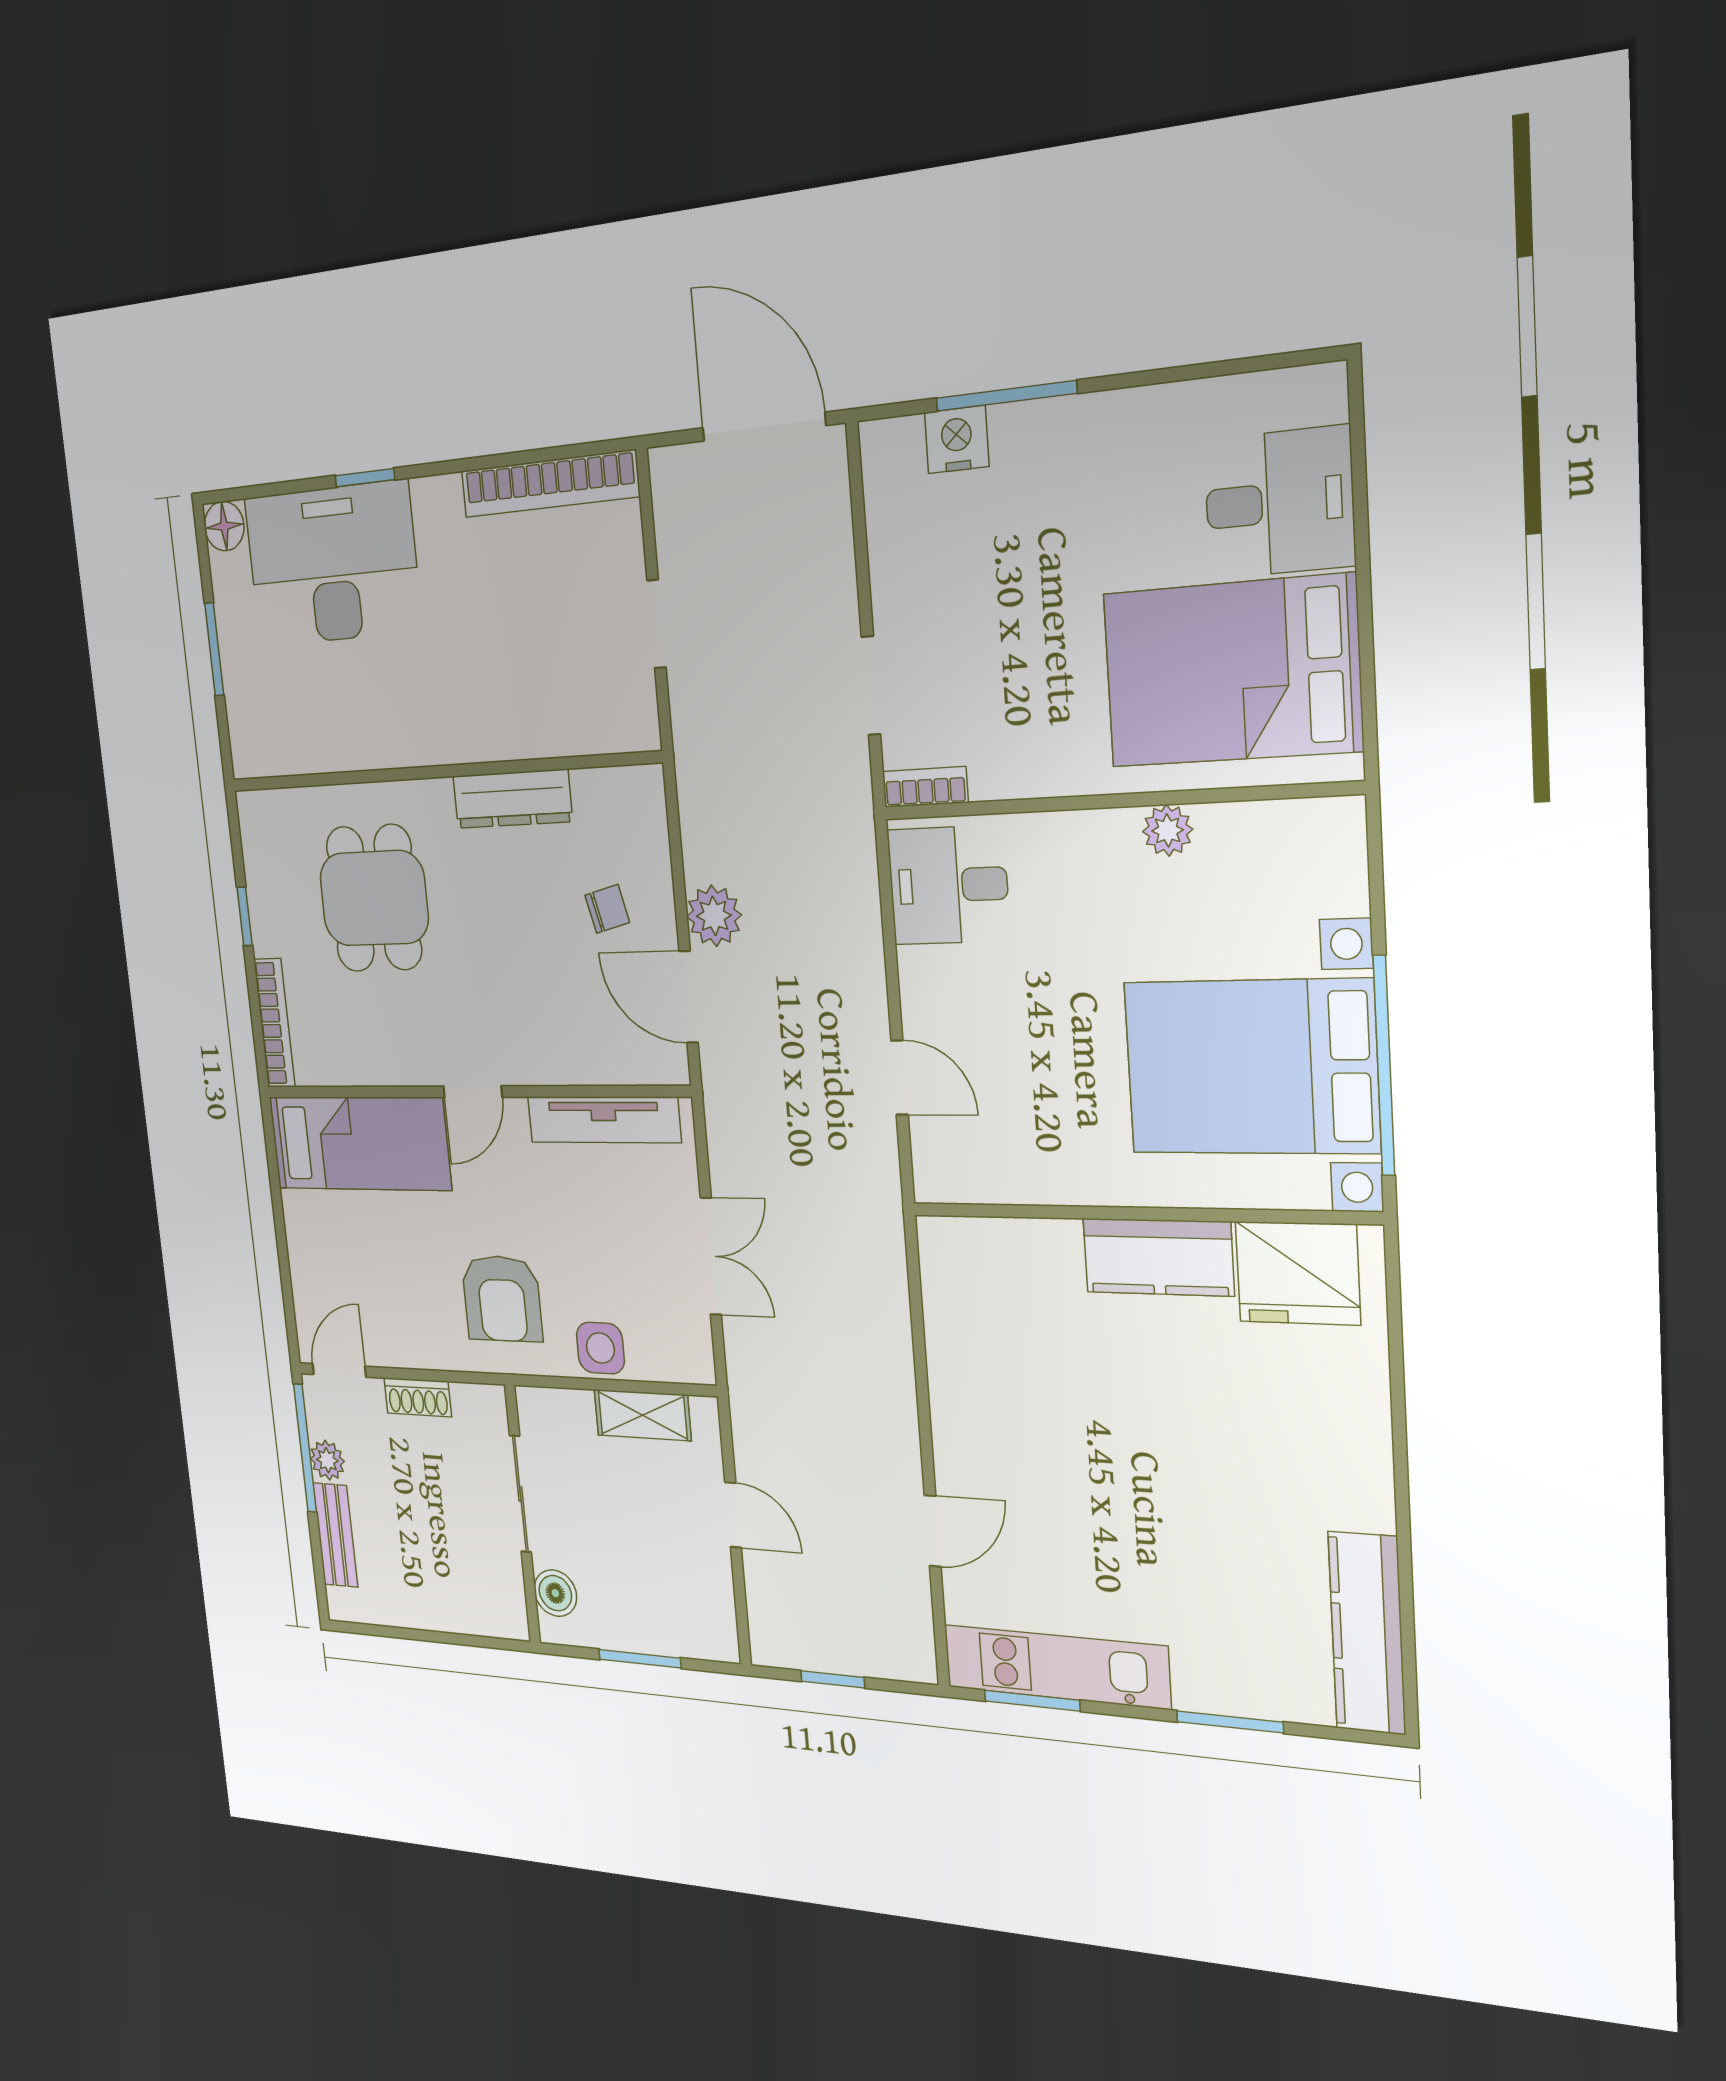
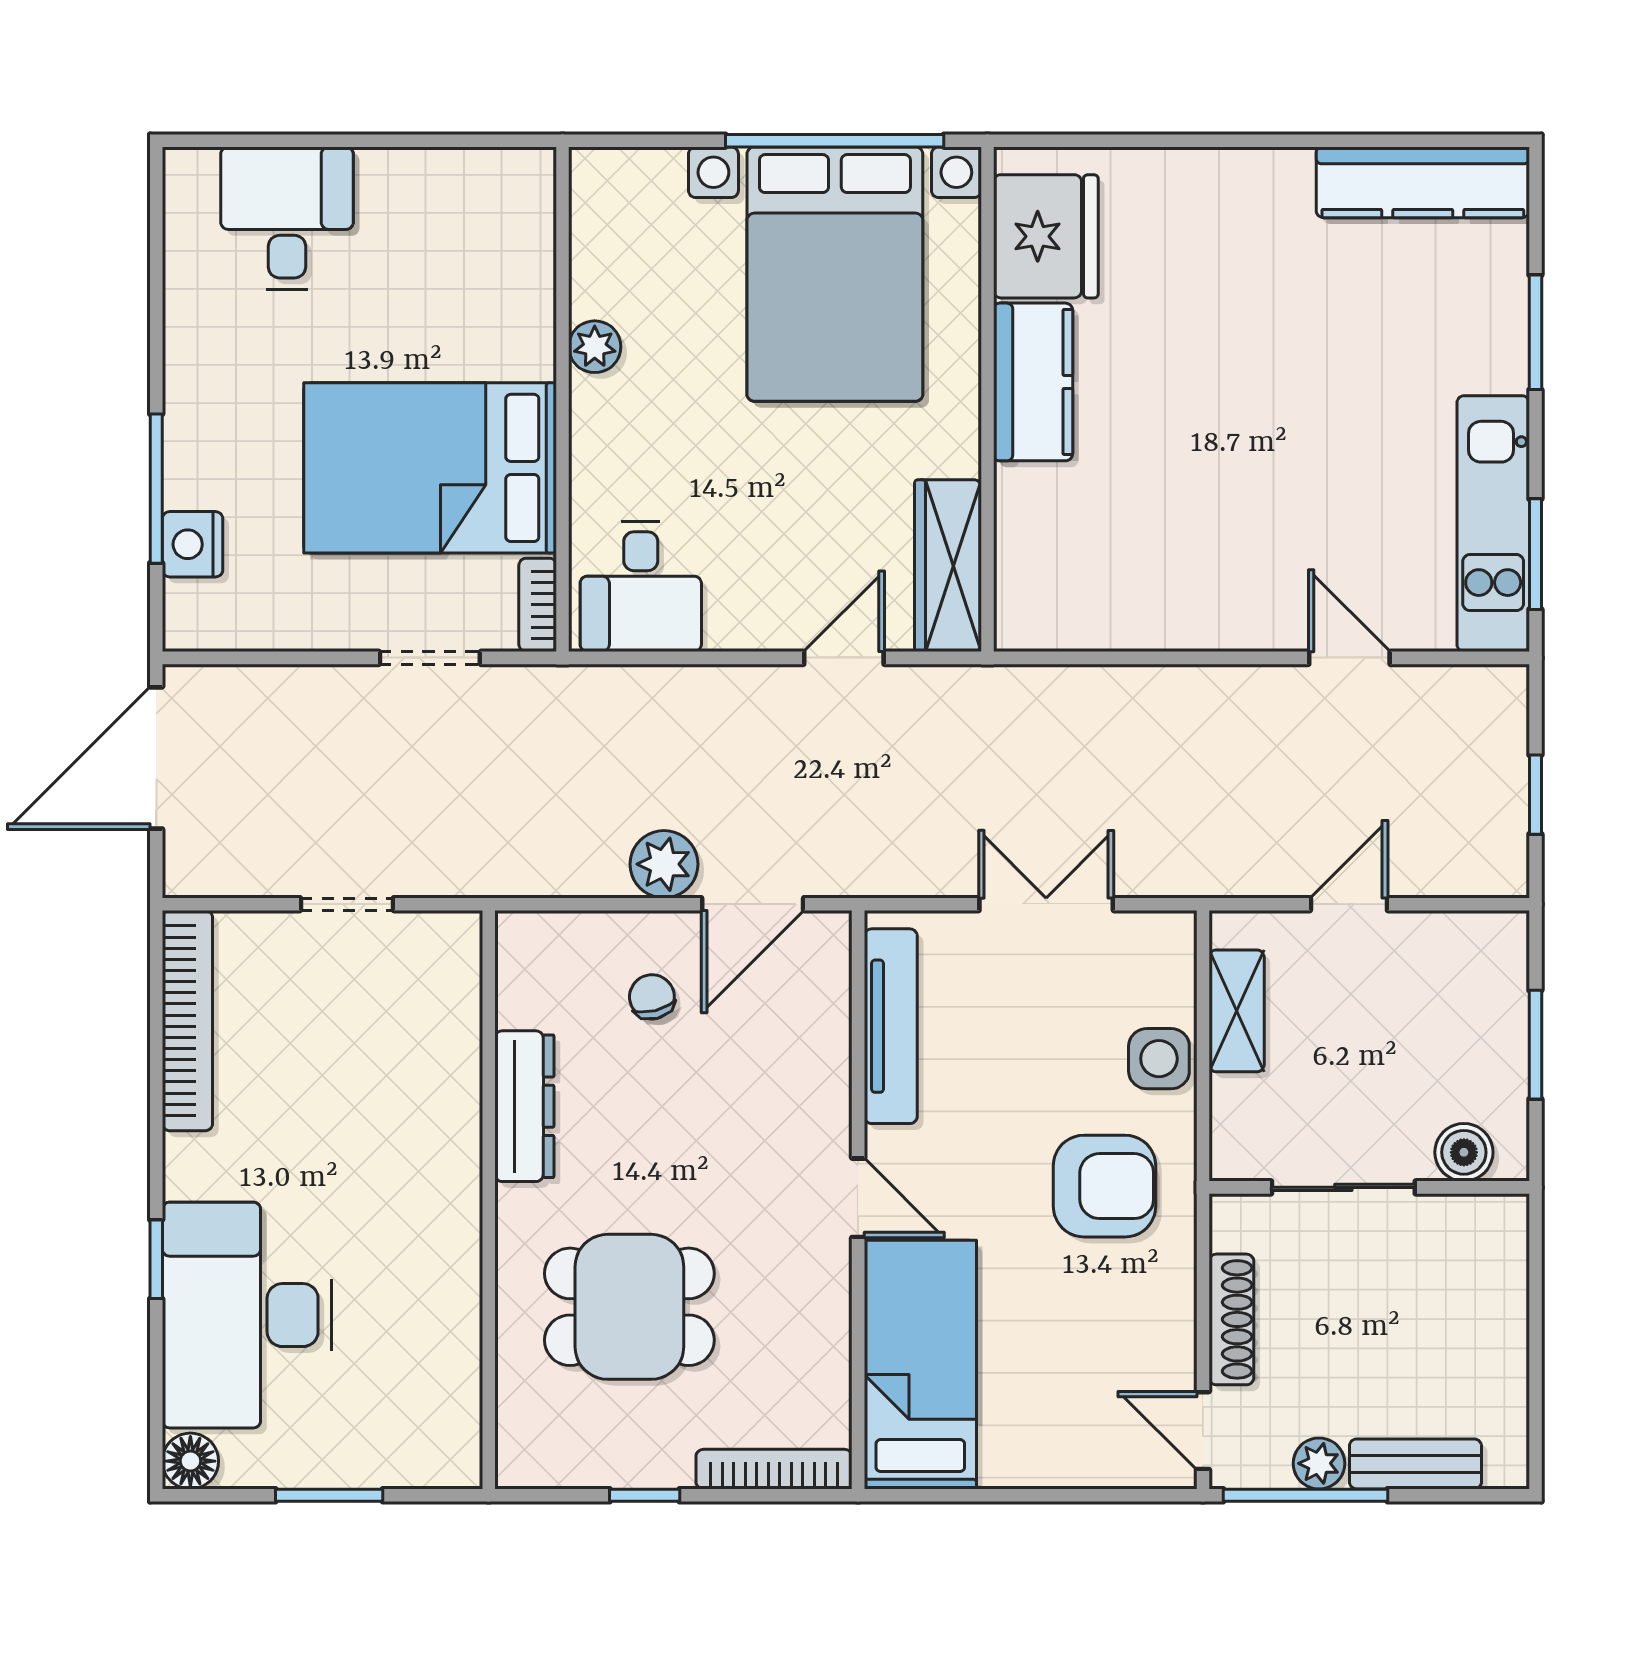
bed: (1232, 672) -> (430, 468), moved, turned 90
wardrobe: (987, 1174) -> (948, 566), added
shoe rack: (418, 1397) -> (1231, 1319), width x1.43

